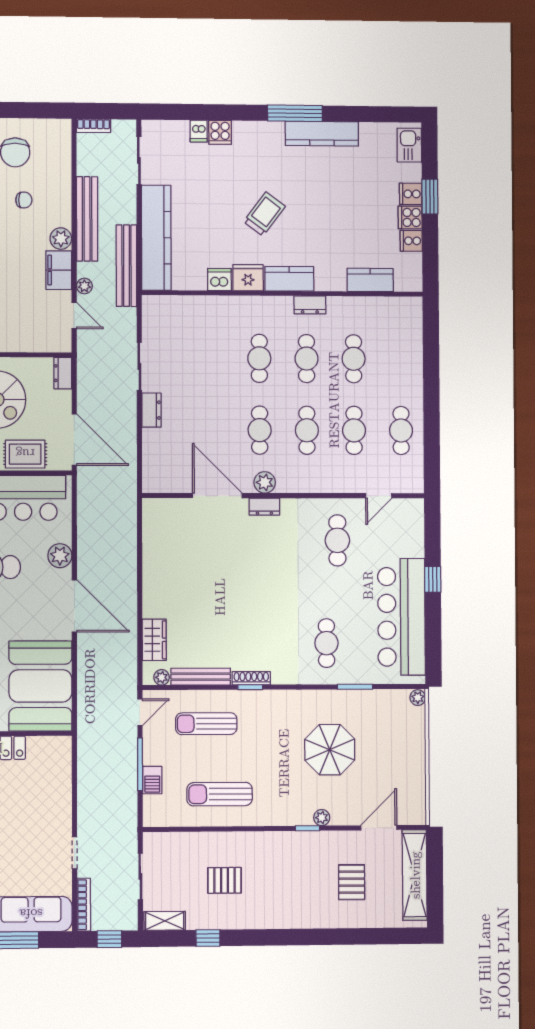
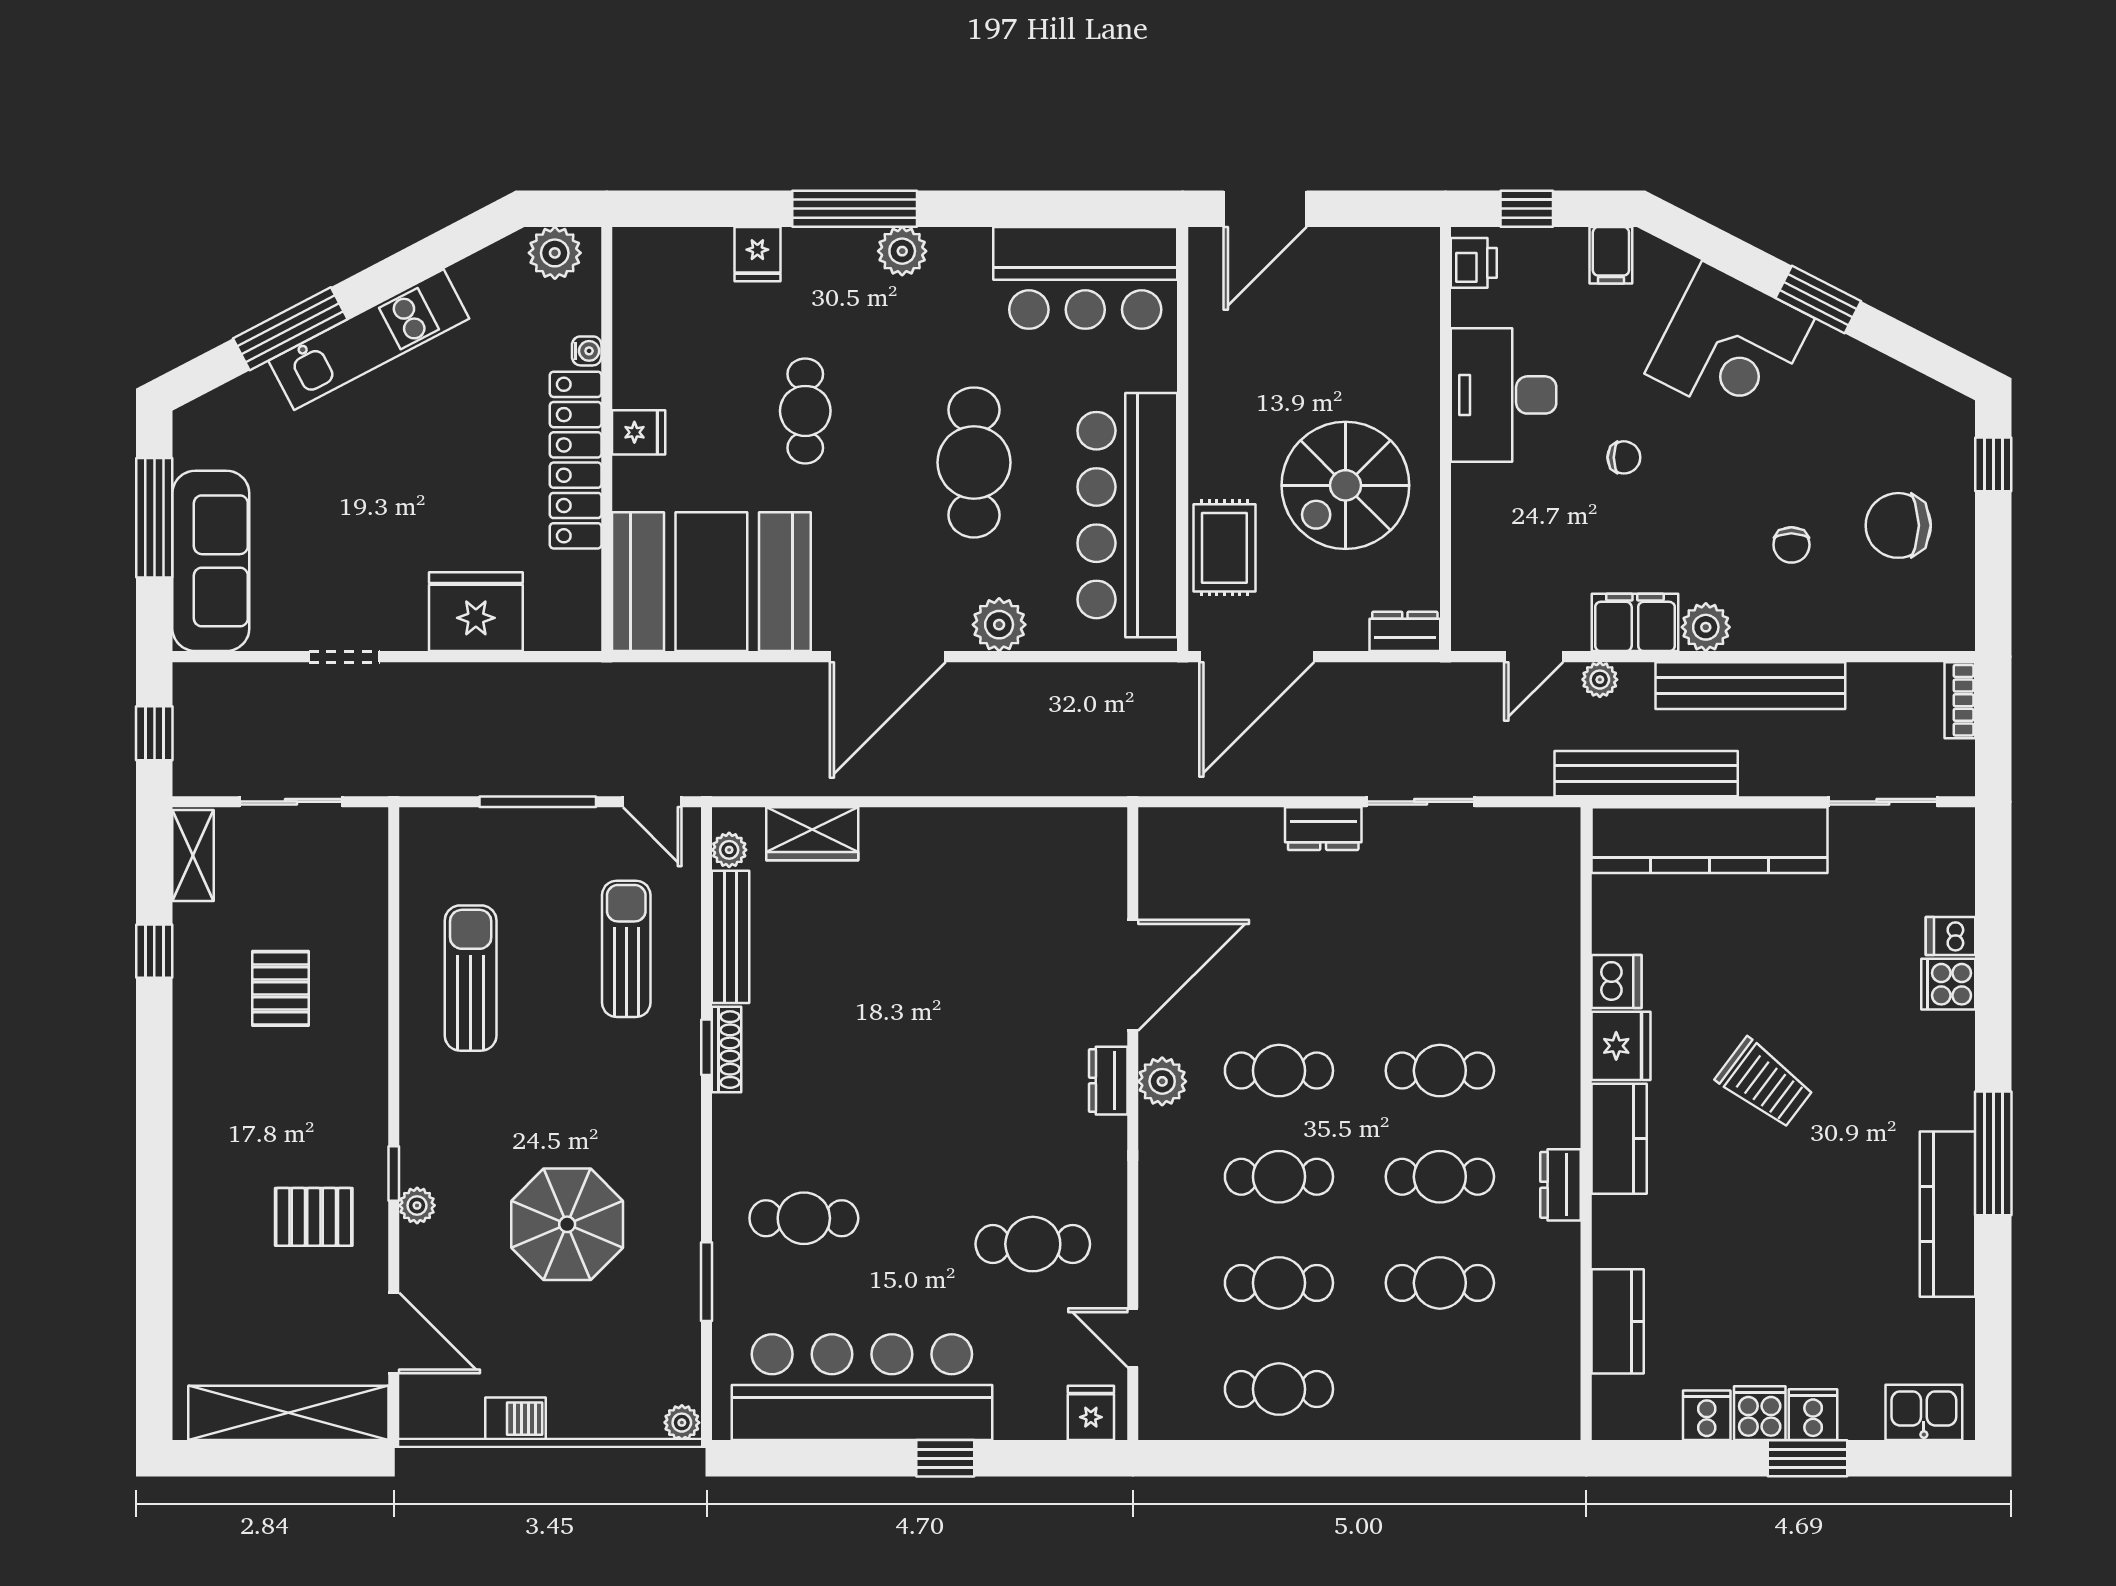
fridge: (412, 514) -> (1091, 1413), added
barbecue: (152, 780) -> (516, 1419), moved, turned 180
fridge: (54, 793) -> (476, 612), added
pallet: (352, 882) -> (314, 1217), moved
bookcase: (84, 905) -> (230, 677), removed

